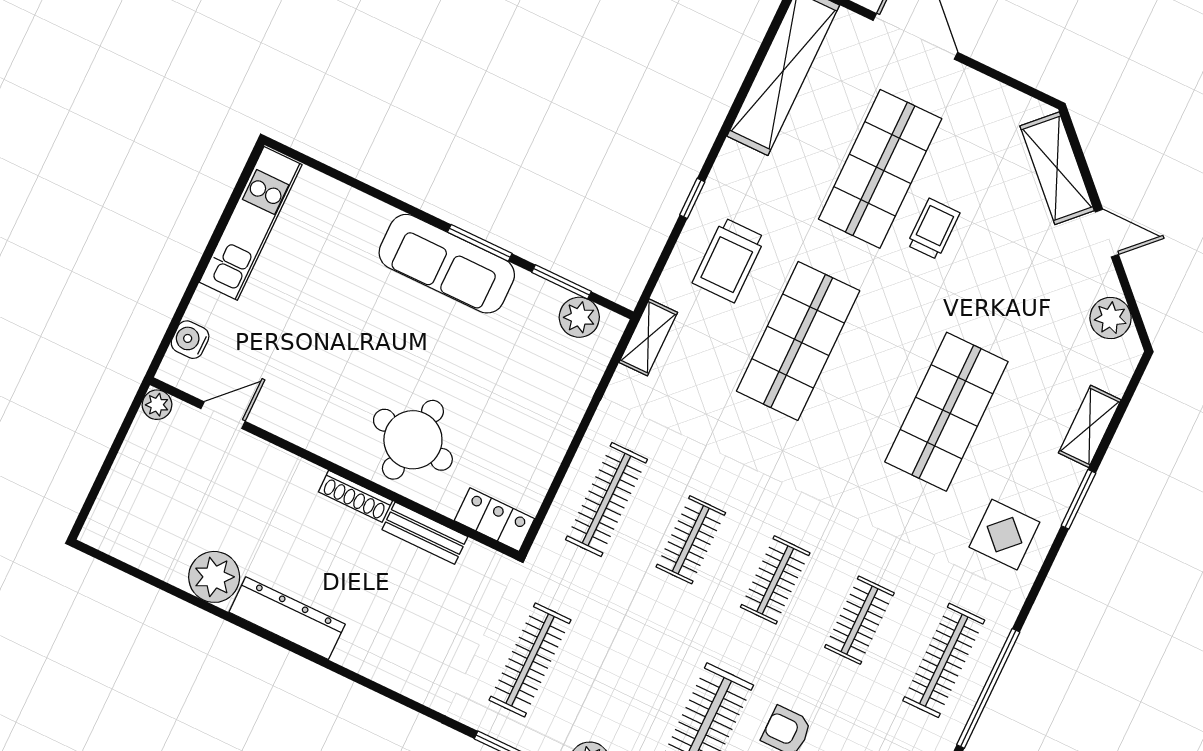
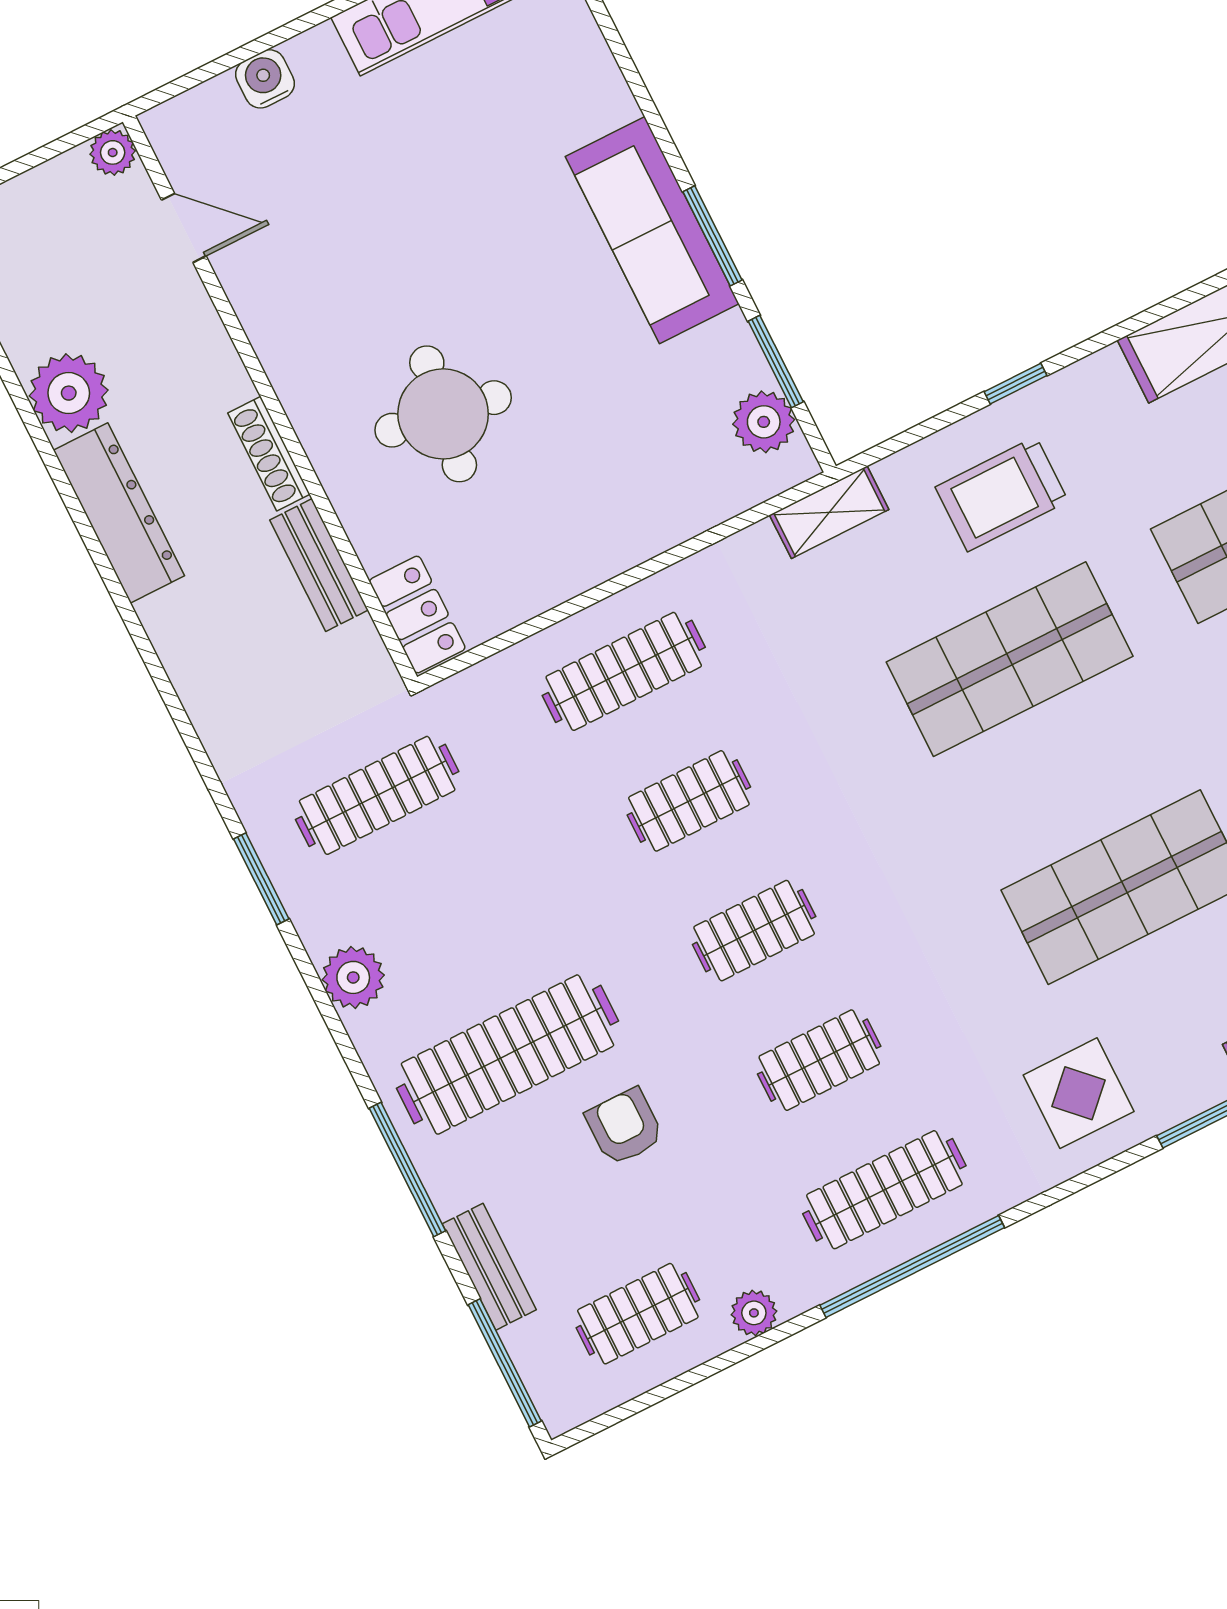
plant: (157, 405) -> (113, 152), moved
door: (223, 415) -> (184, 228), moved
wall: (335, 468) -> (270, 399), moved
shoe rack: (355, 496) -> (269, 454), moved
locker: (494, 520) -> (417, 615), moved
bench: (425, 533) -> (319, 565), moved

